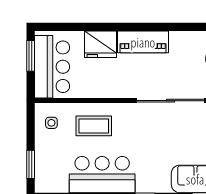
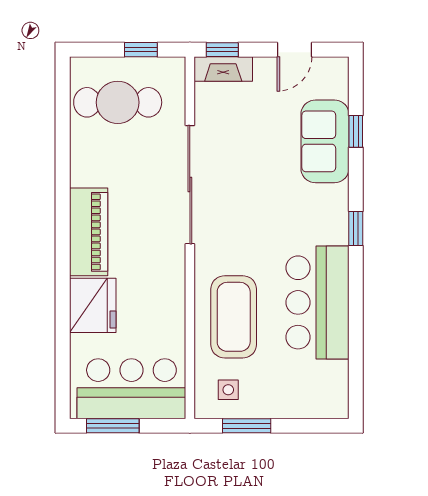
coffee table: (94, 126) -> (234, 317), width x1.36, depth x1.32
window: (31, 164) -> (247, 426), moved

